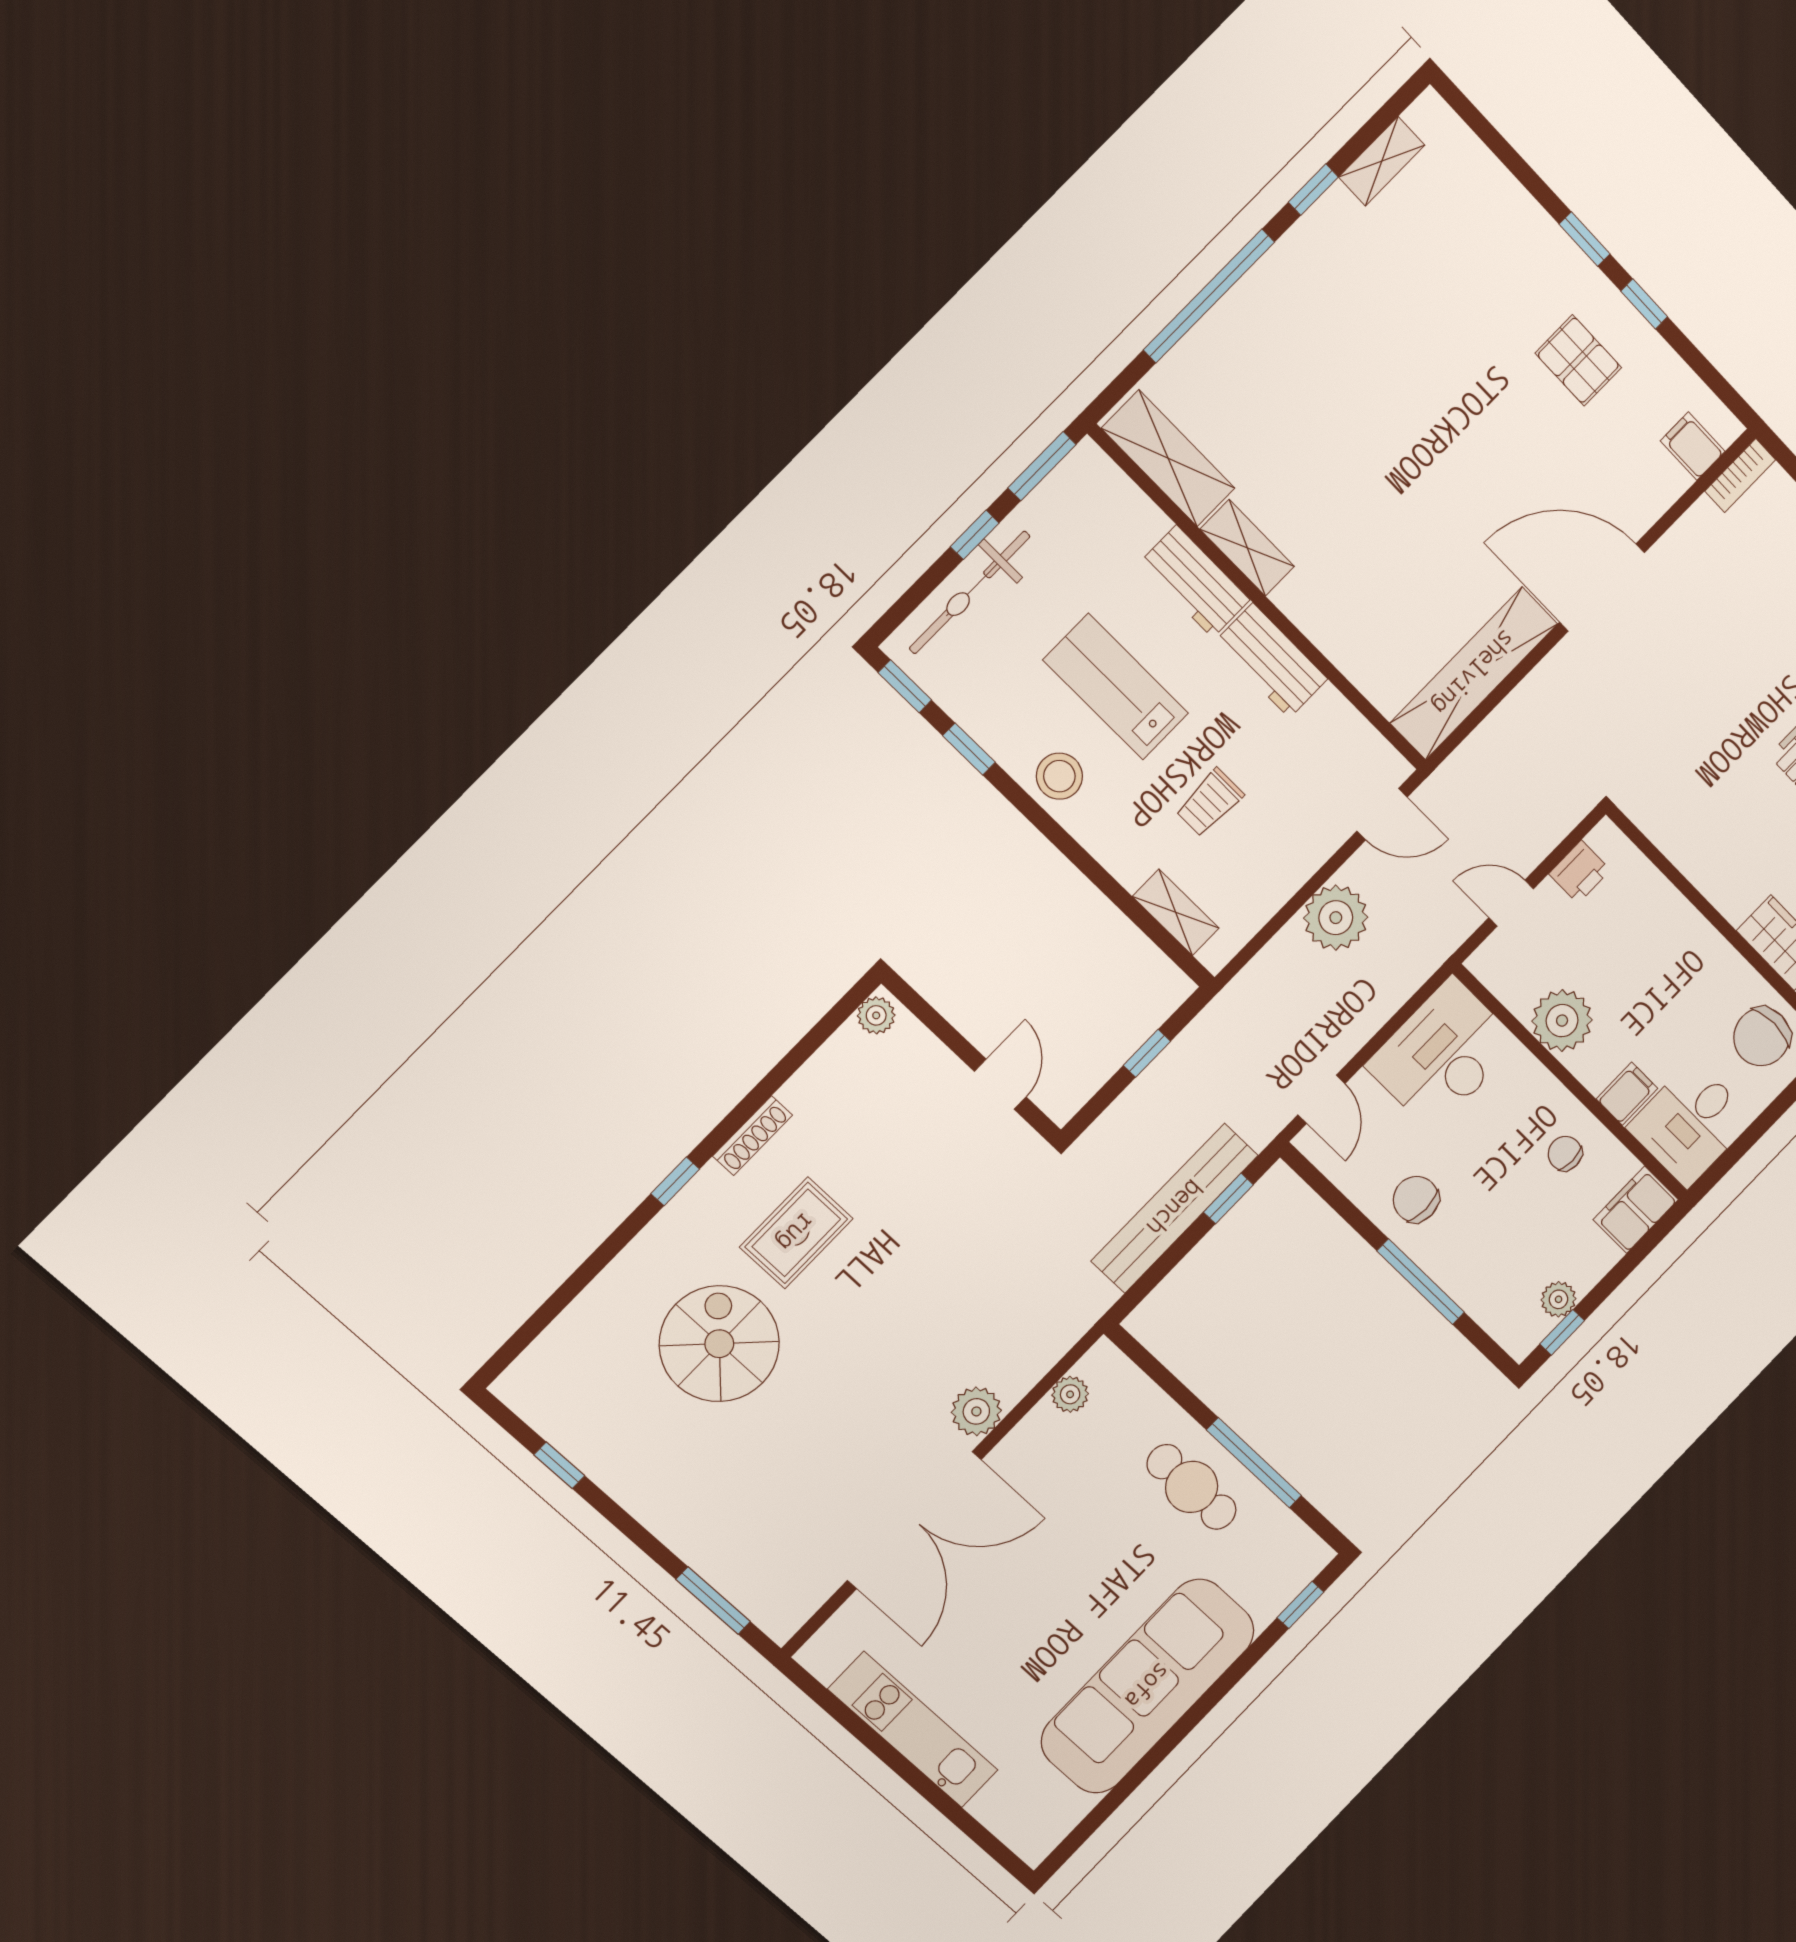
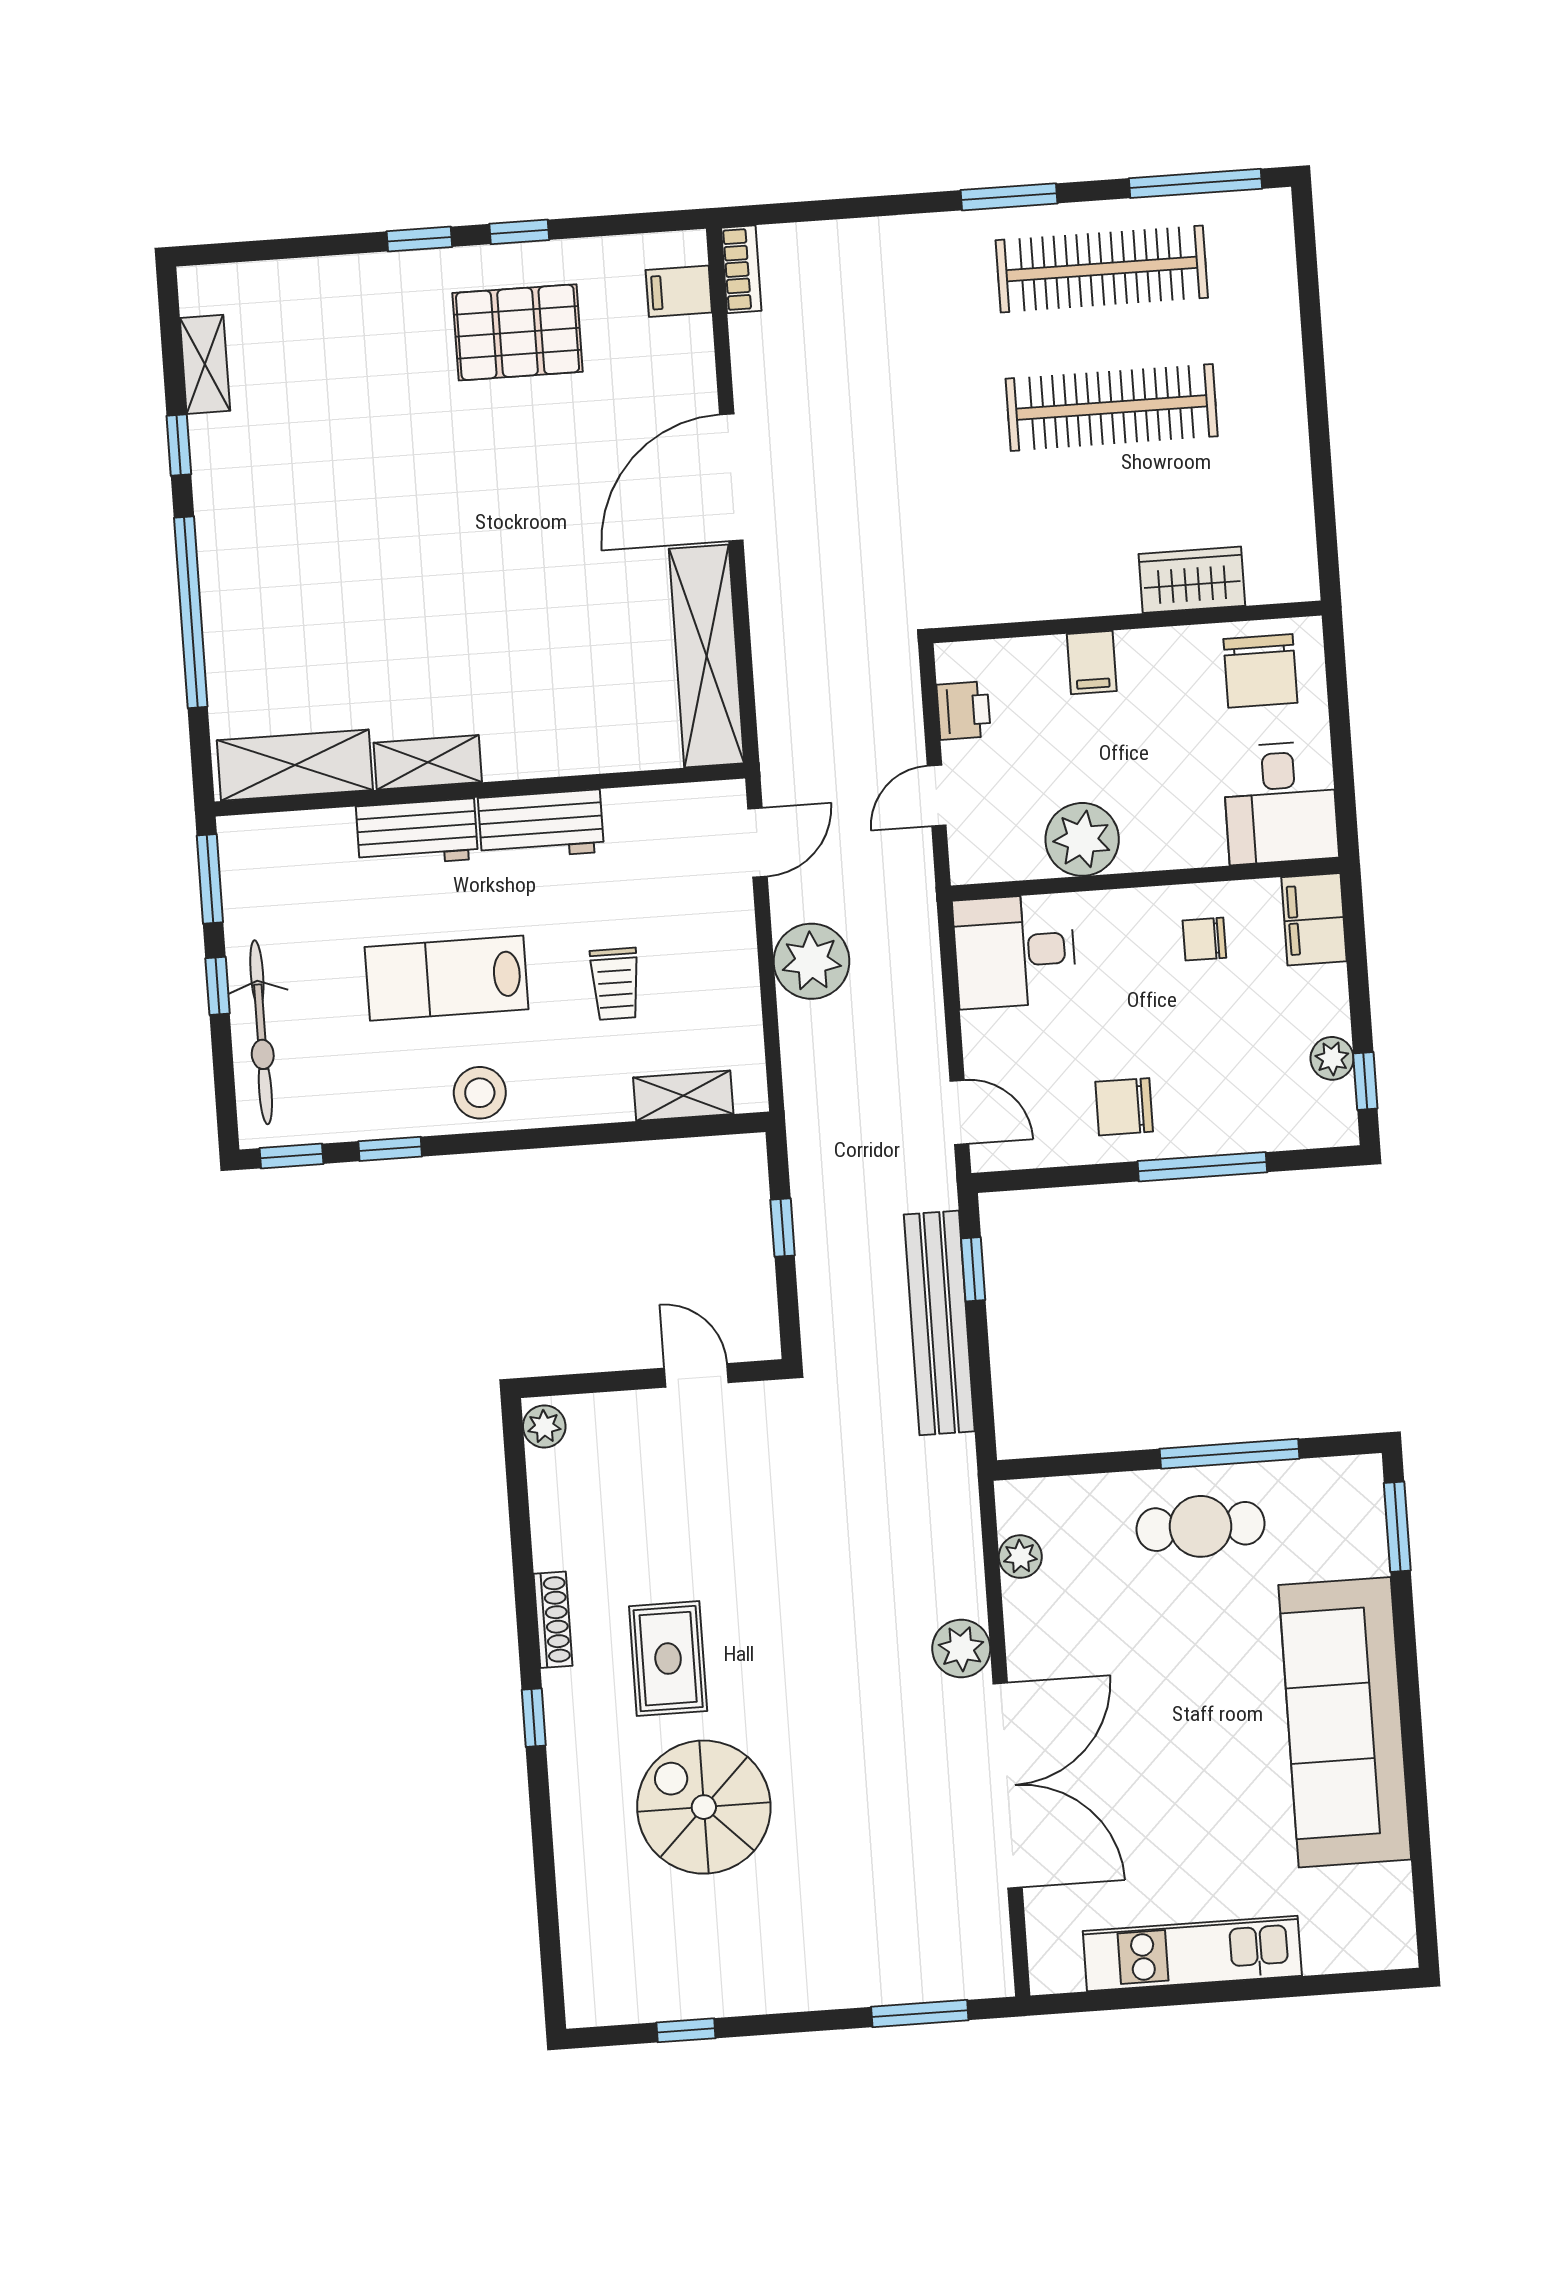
pallet: (1578, 360) -> (518, 332), width x1.50, depth x1.42
desk: (1443, 1054) -> (1015, 951), width x0.73
filing cabinet: (1627, 1094) -> (1092, 662), moved, turned 180
window: (1300, 1605) -> (1397, 1527), width x1.50

